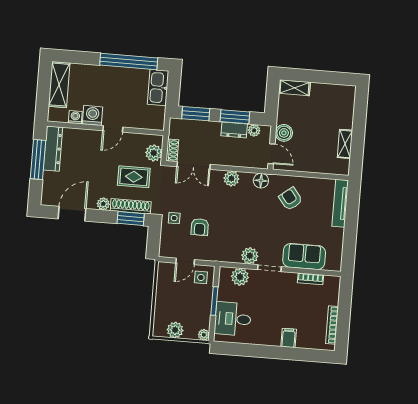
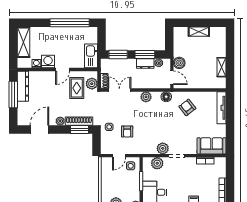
kitchen sink: (158, 88) -> (91, 56), moved
shelving: (294, 88) -> (199, 32), moved
double door: (194, 165) -> (119, 90), swing flipped
rug: (134, 177) -> (77, 88), moved, turned 90
sofa: (304, 256) -> (212, 146), moved

